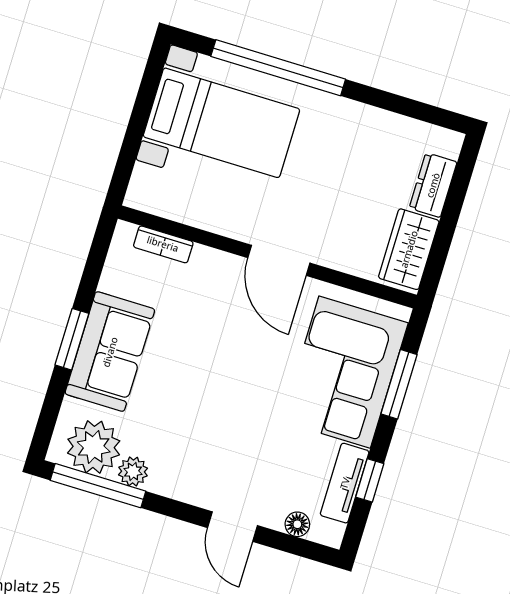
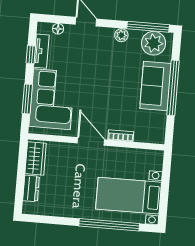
bookcase: (163, 244) -> (121, 136), moved
window: (72, 339) -> (173, 88), width x2.11
plant: (133, 472) -> (121, 35), moved

